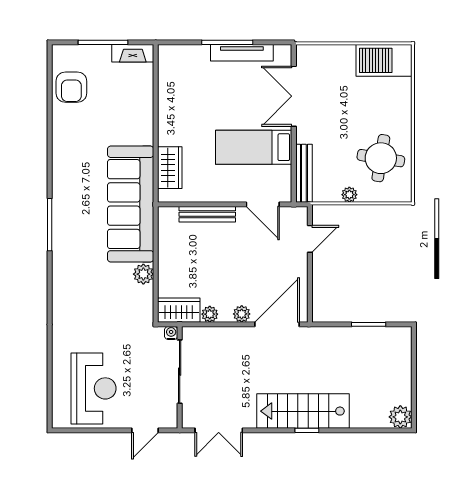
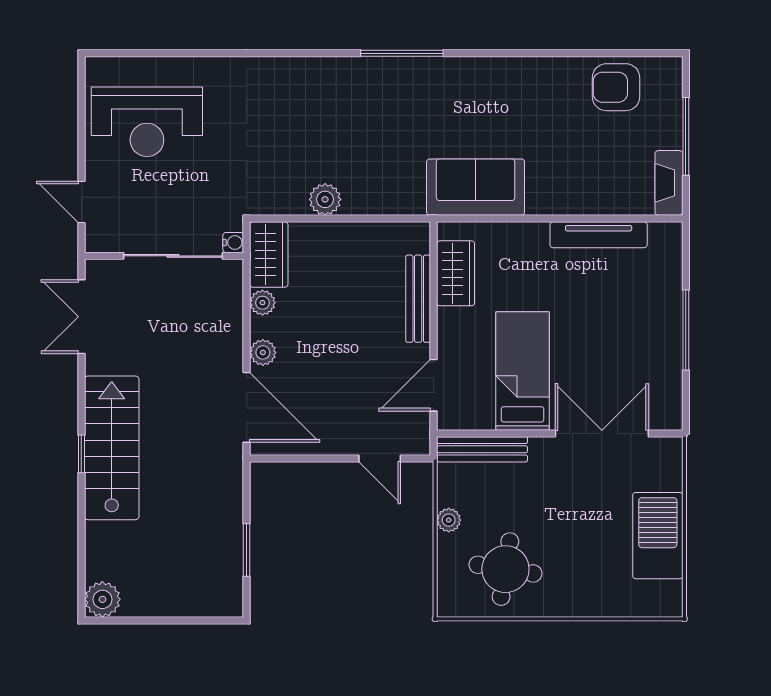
tv unit: (242, 53) -> (599, 235), moved, turned -90
barbecue: (384, 60) -> (658, 536), moved
wardrobe: (170, 168) -> (456, 273), moved, turned -90
sofa: (131, 204) -> (476, 187), width x0.54, depth x0.79

